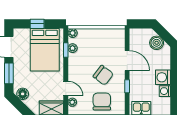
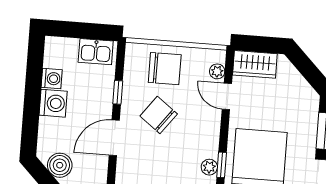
door: (127, 61) -> (114, 138), hinge flipped
floor lamp: (23, 94) -> (304, 93), removed
chair: (102, 102) -> (165, 69), turned -90

